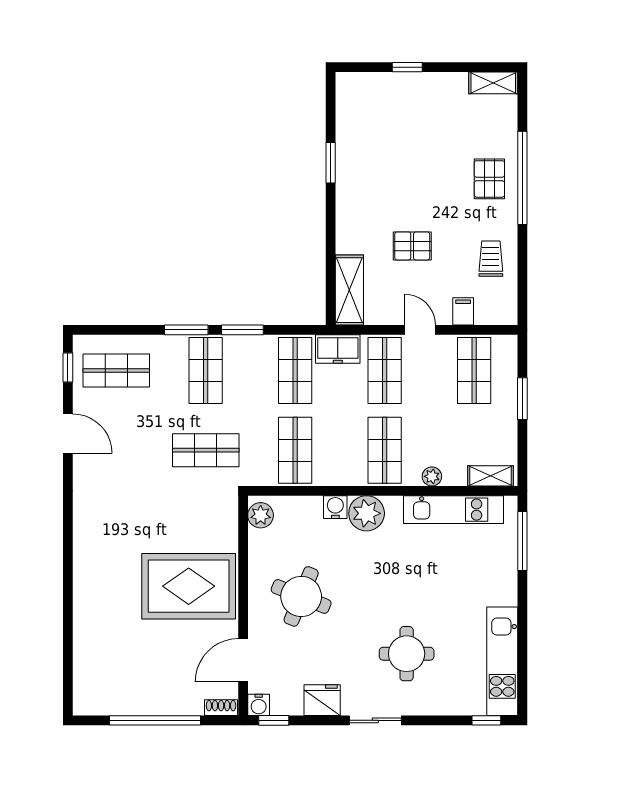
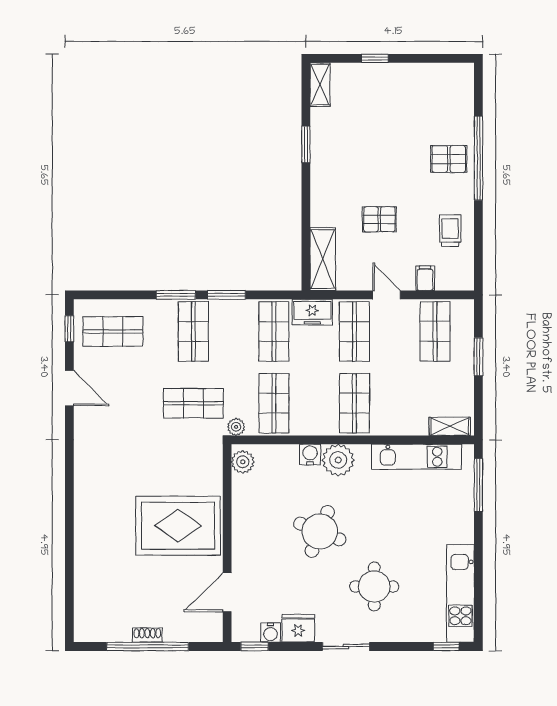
shelving: (493, 83) -> (320, 85), moved, turned 90
pallet: (489, 179) -> (449, 159), turned 90
plant: (432, 476) -> (236, 427), moved
round table: (301, 596) -> (320, 531), moved
water cooler: (259, 705) -> (271, 632), moved
shoe rack: (221, 708) -> (147, 635), moved

